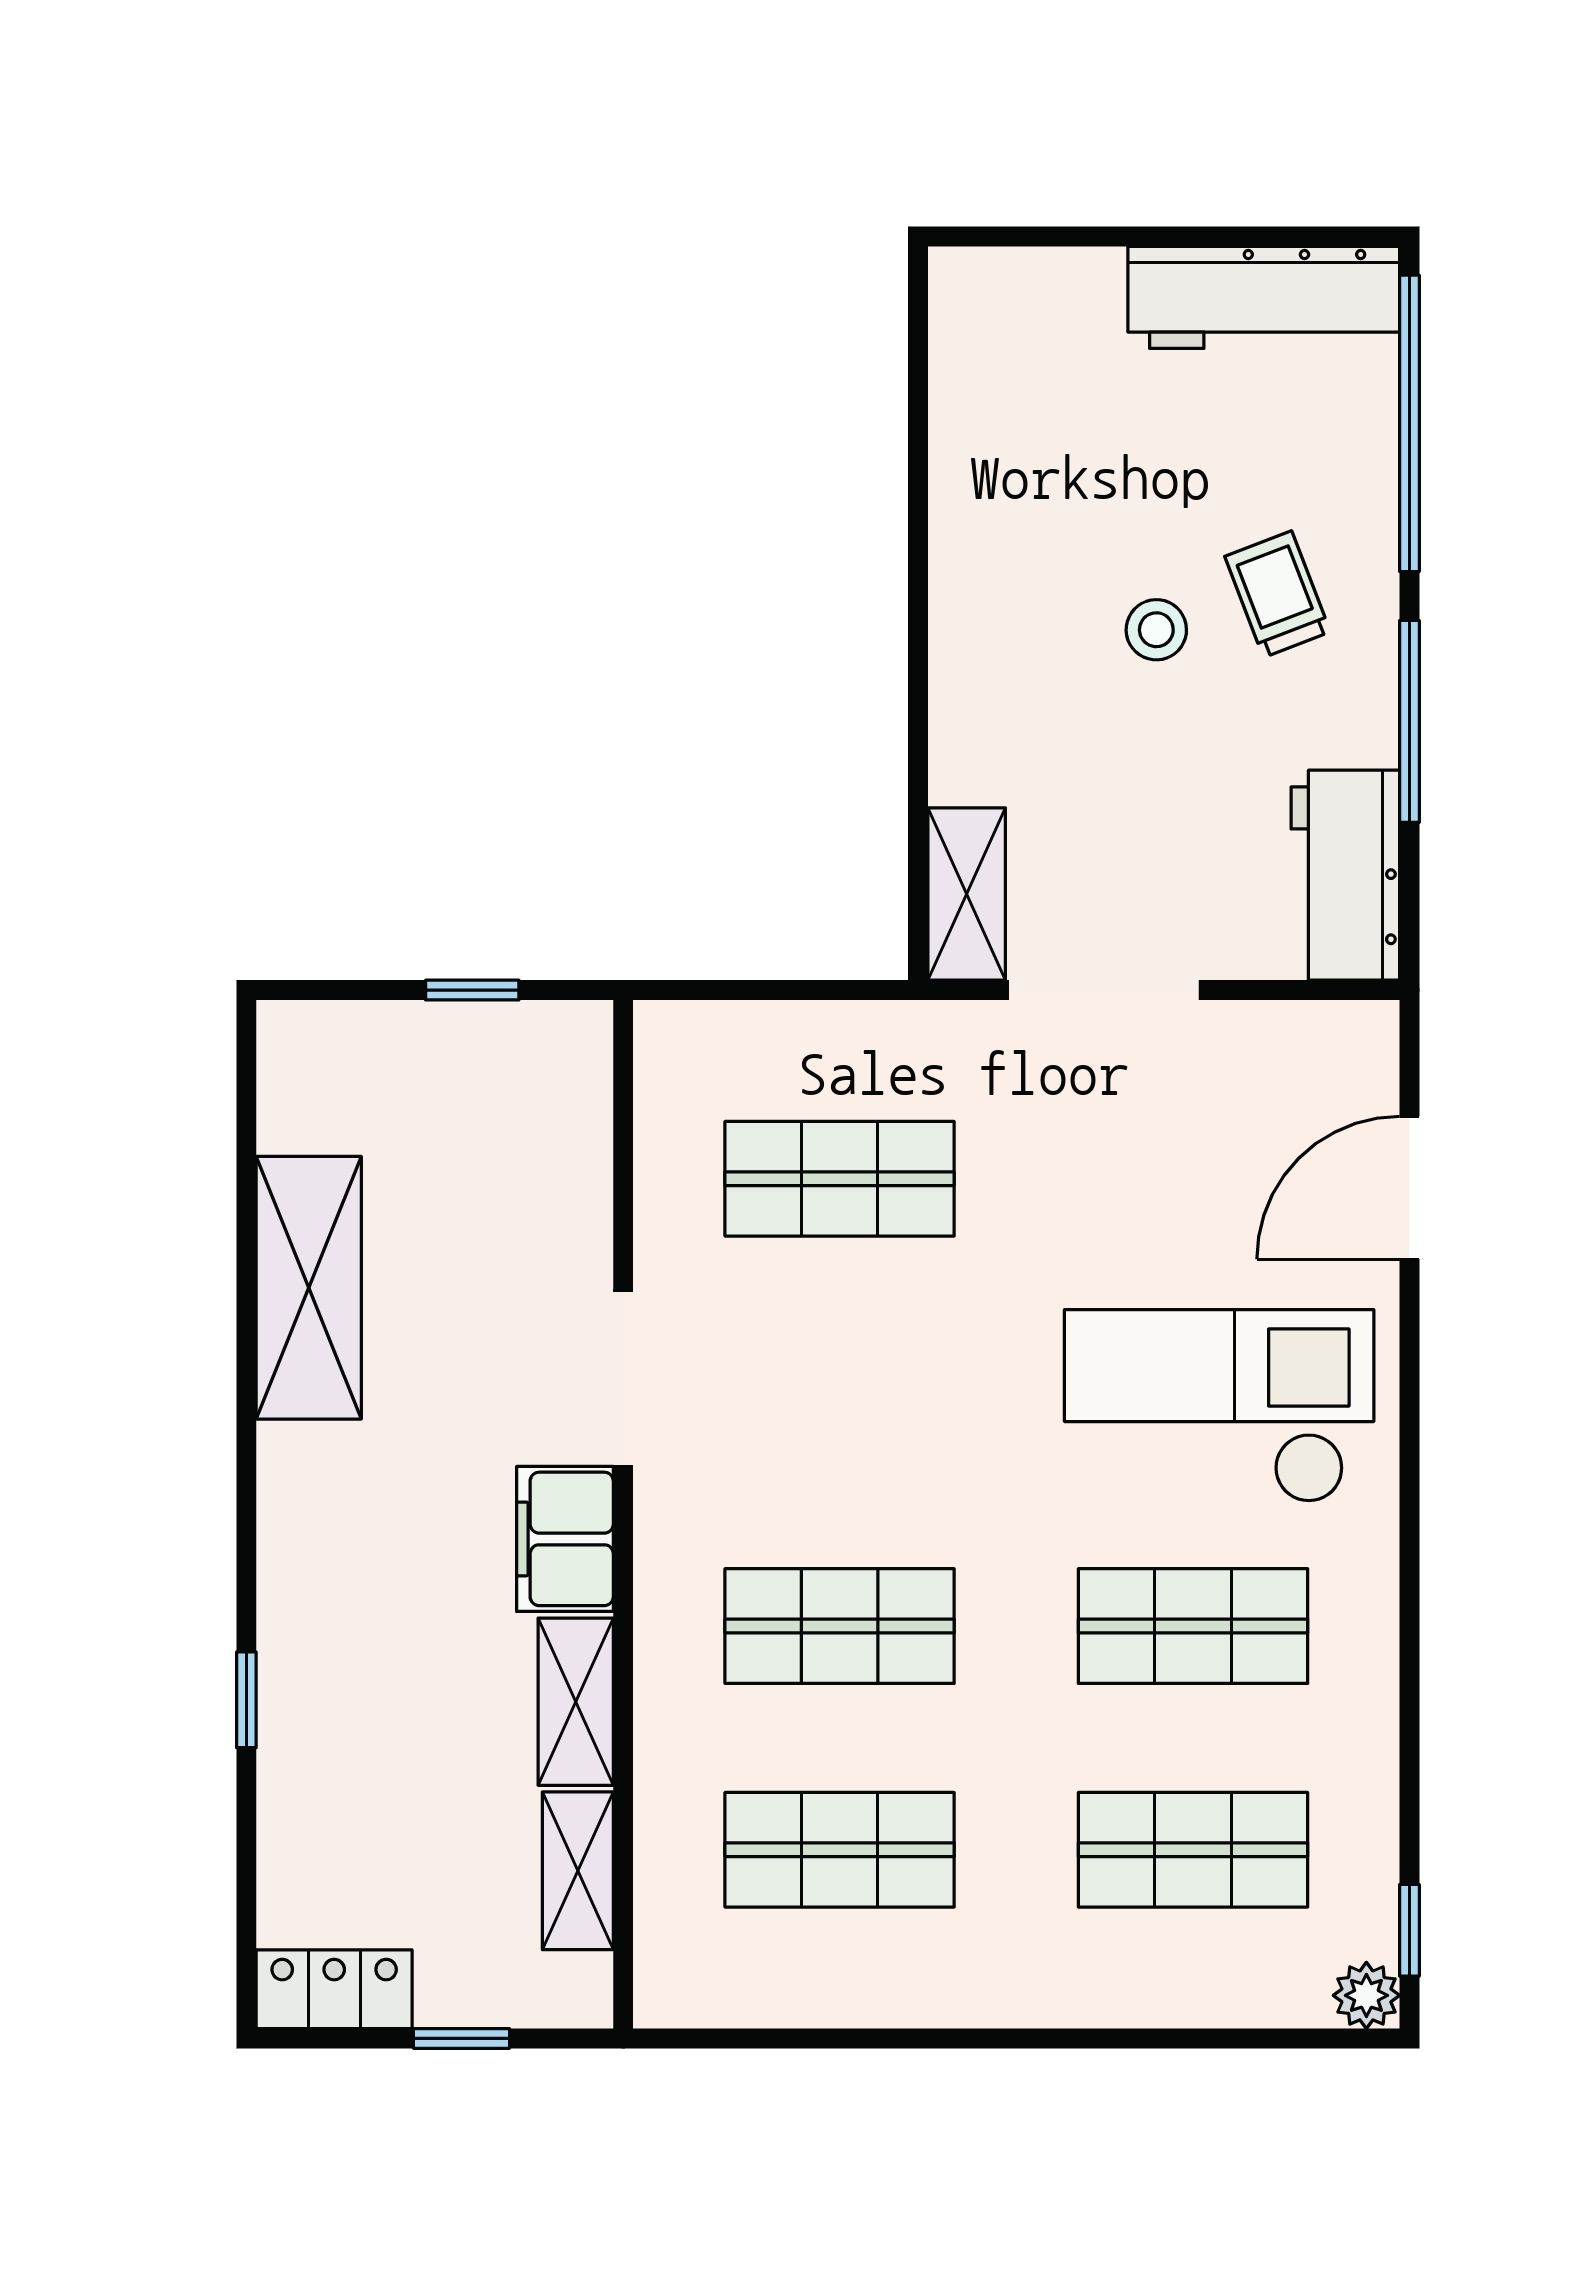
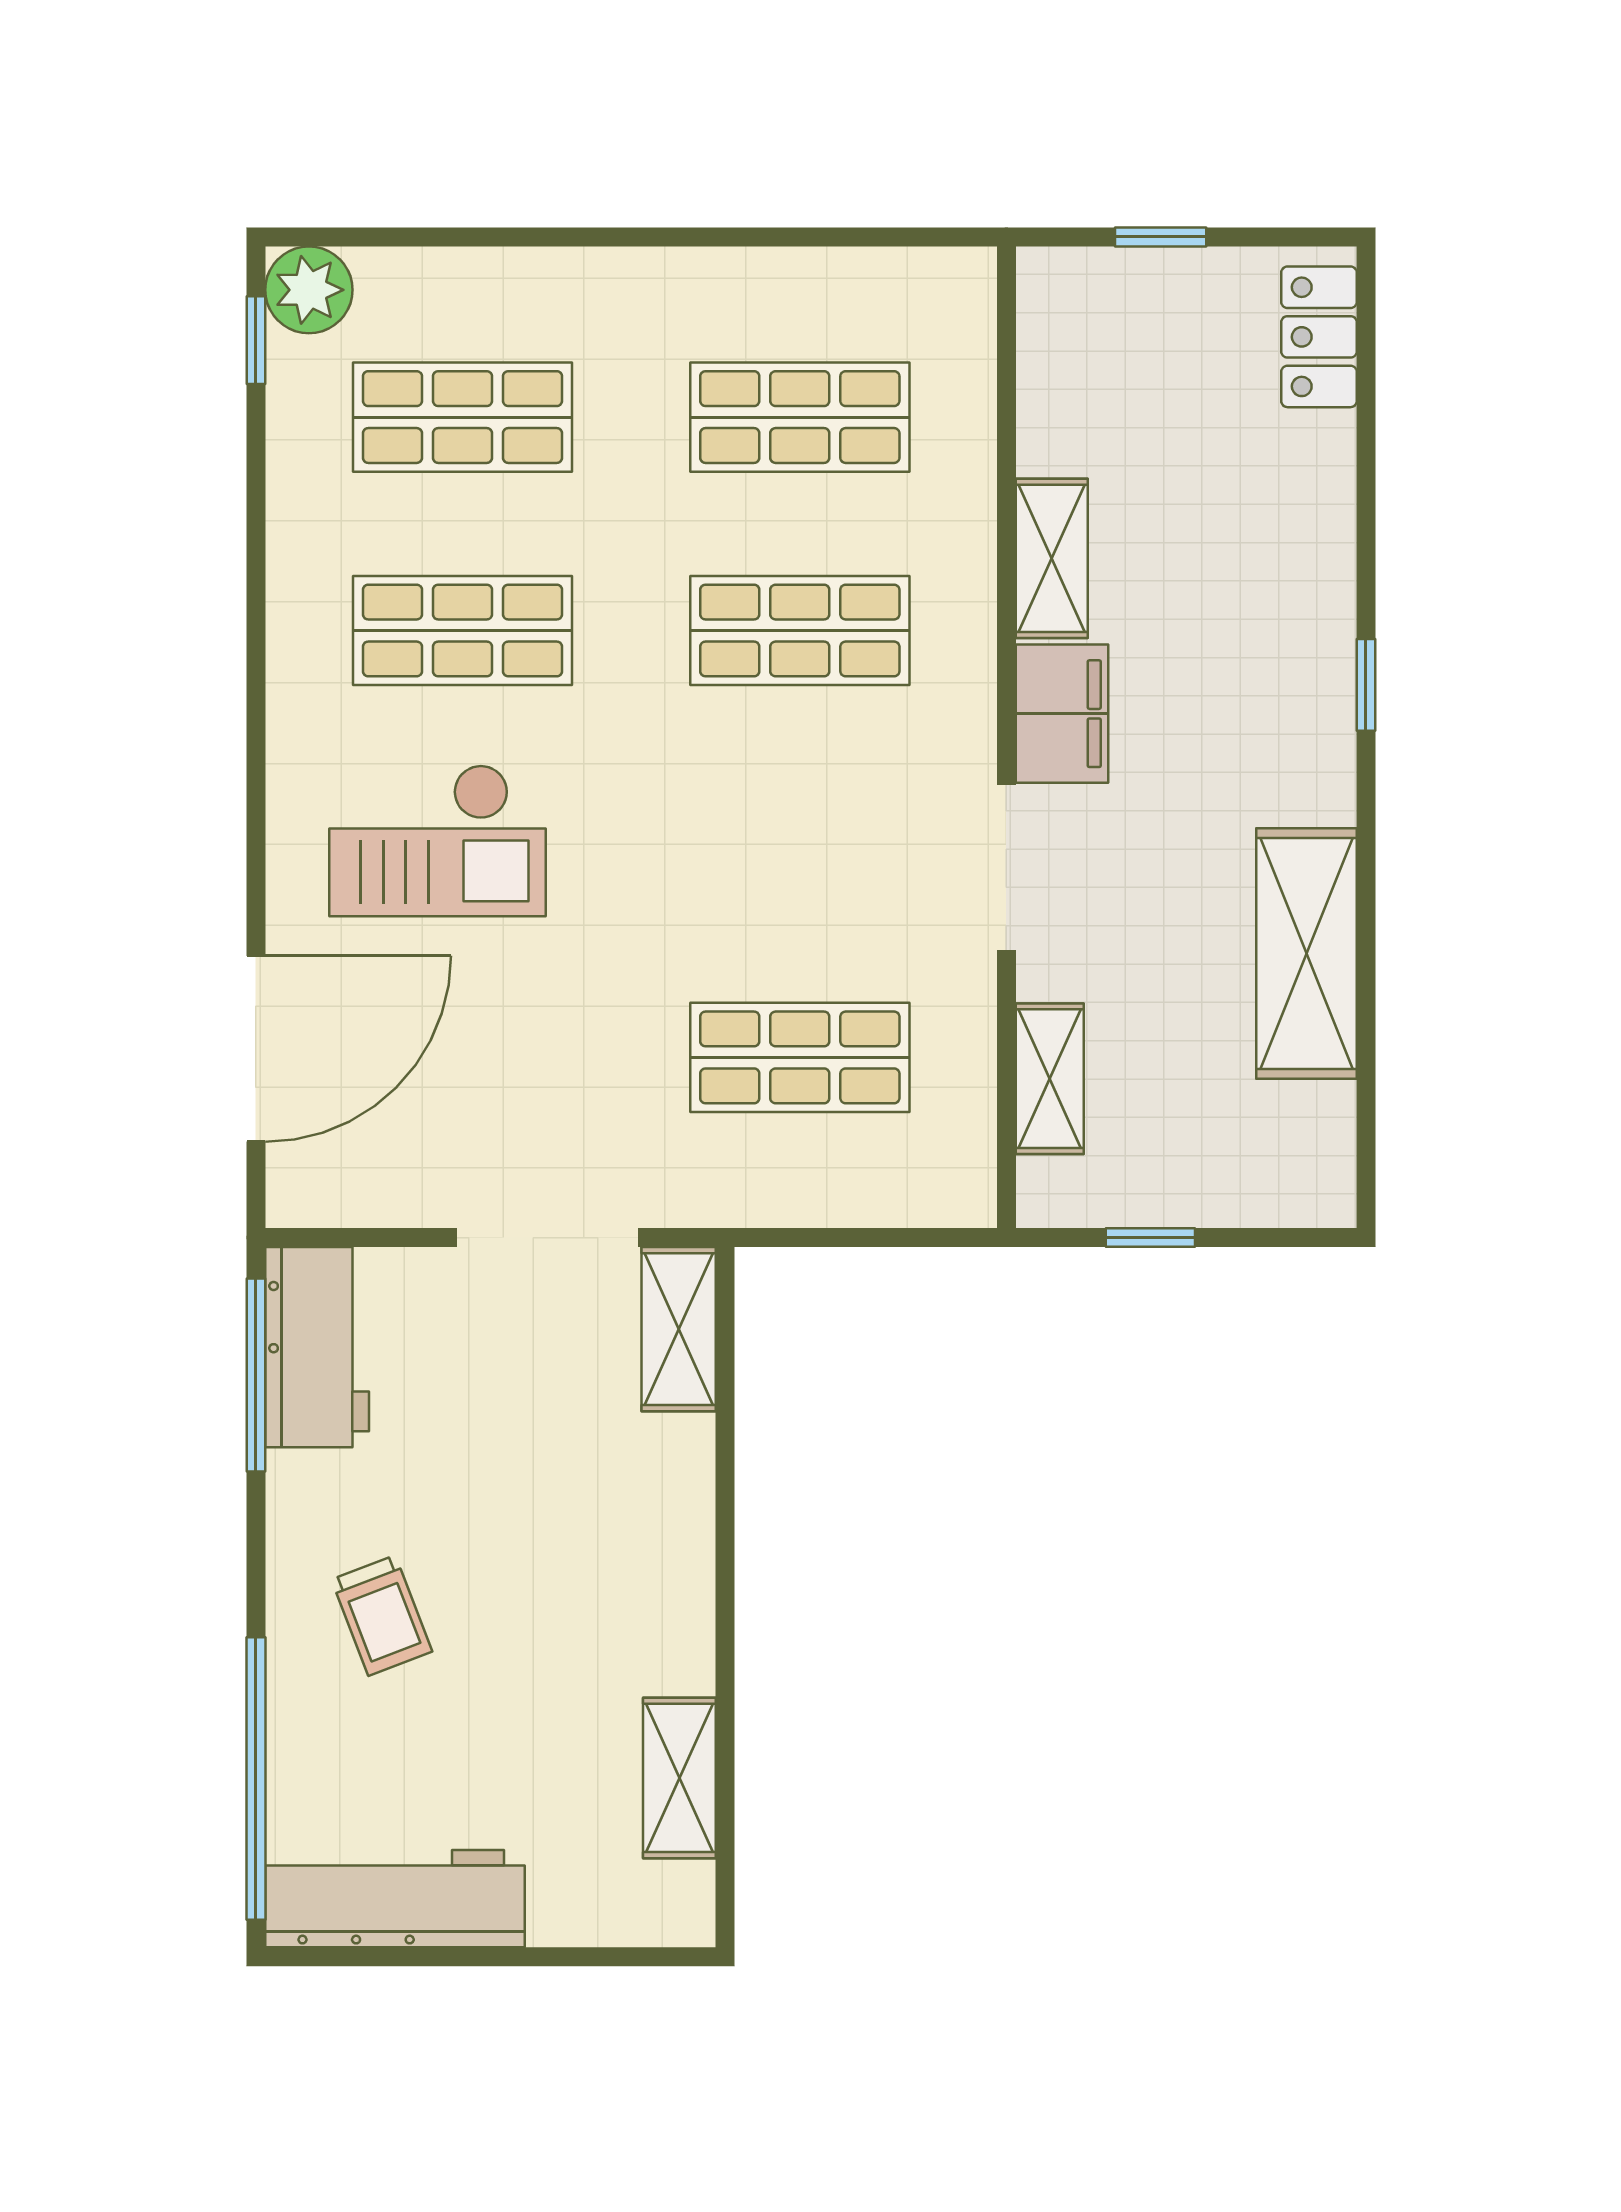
shelving: (966, 424) -> (679, 1778), added
stool: (1156, 630) -> (497, 1581), removed
window: (1409, 721) -> (256, 1375), moved
door: (1409, 1188) -> (256, 1049), width x1.36
checkout: (1219, 1406) -> (438, 840), width x0.73, depth x0.83
window: (246, 1700) -> (1366, 685), moved
shelving: (578, 1871) -> (1050, 1079), moved
locker: (334, 1989) -> (1319, 337), moved, turned 90
plant: (1366, 1995) -> (309, 290), width x1.38, depth x1.38

